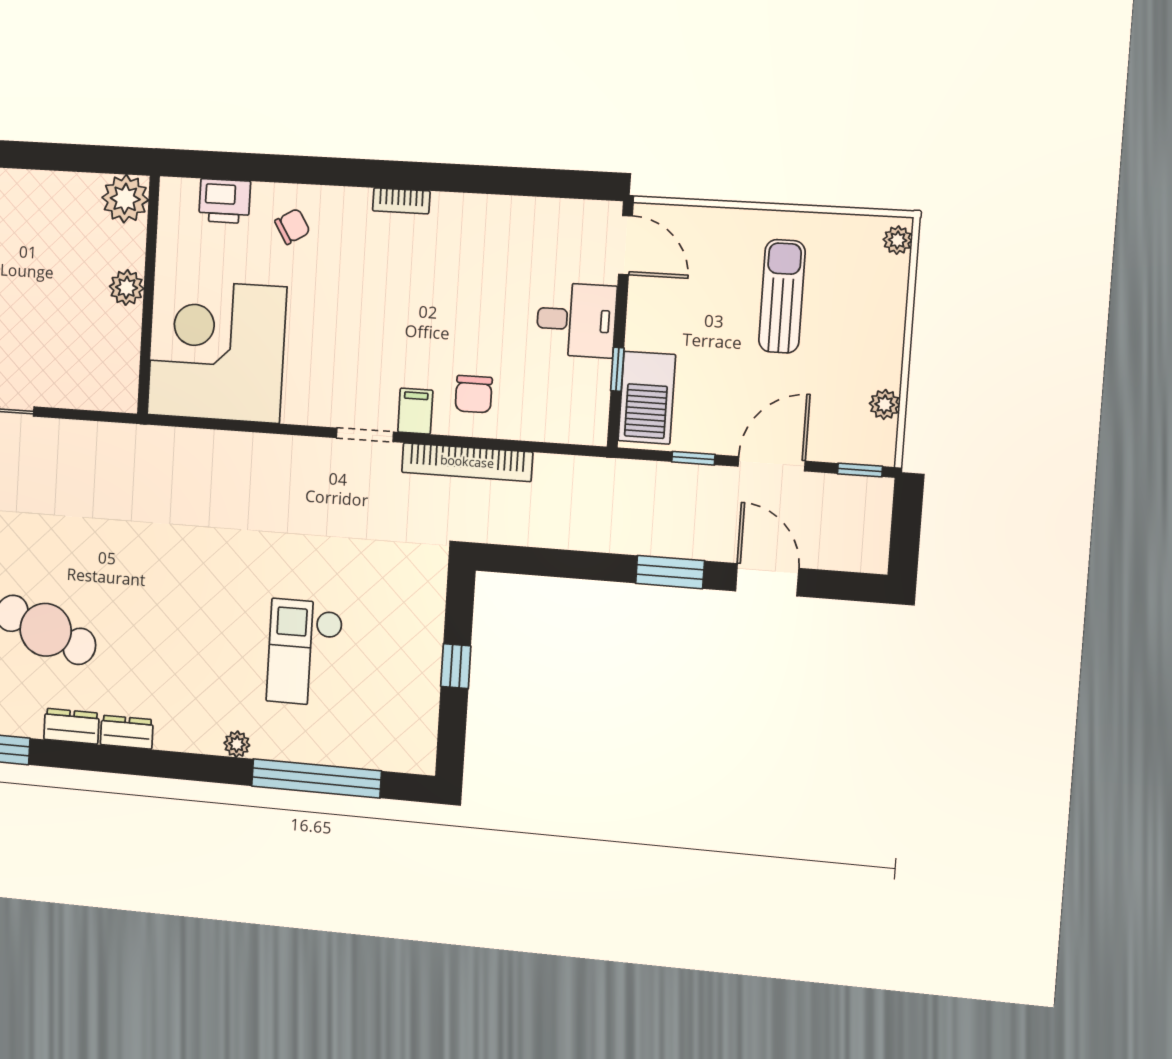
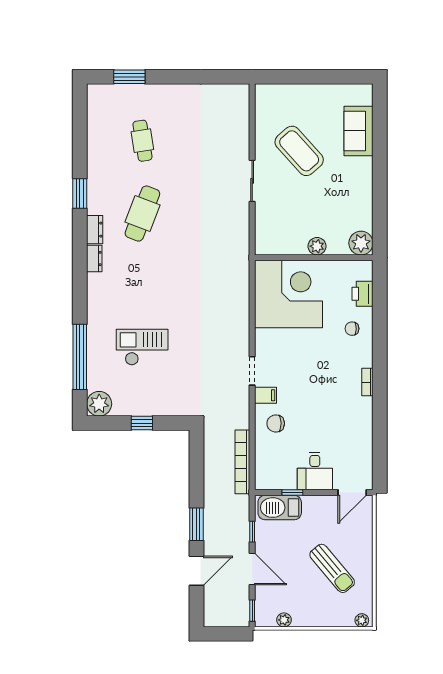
chair: (292, 226) -> (352, 329), turned 121
sun lounger: (782, 296) -> (332, 568), turned 50
bookcase: (467, 462) -> (242, 462), moved
plant: (237, 744) -> (99, 404), moved, width x1.88, depth x1.88

